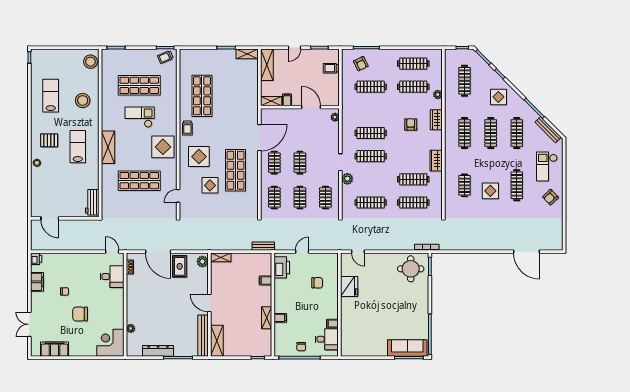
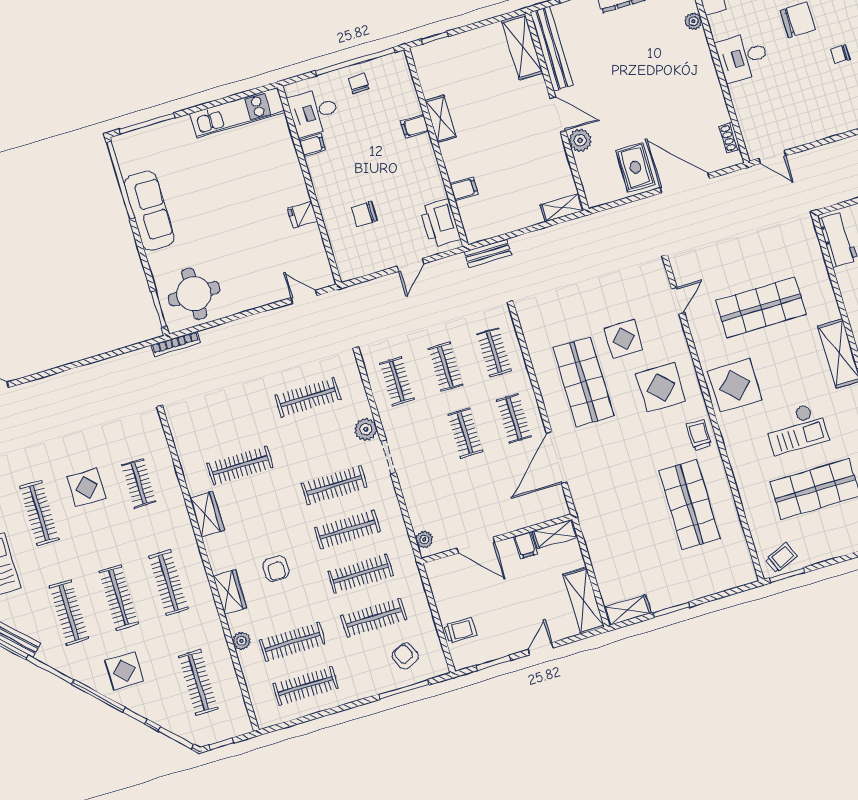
clothes rail: (413, 202) -> (361, 574), moved
plant: (202, 261) -> (580, 140), moved
desk: (112, 277) -> (743, 57), moved
fridge: (349, 287) -> (303, 215), width x0.53, depth x0.75
sofa: (407, 348) -> (149, 211), moved, turned -90
kitchen unit: (364, 350) -> (237, 113), added

